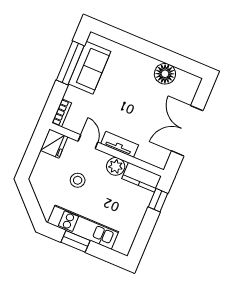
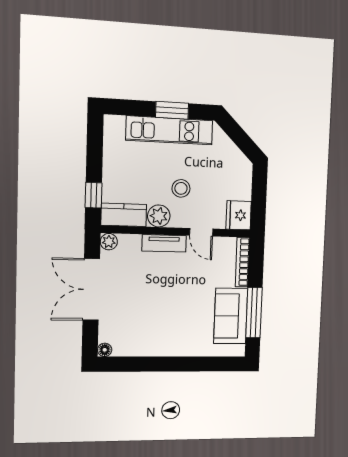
floor lamp: (165, 74) -> (105, 350), moved, width x0.53, depth x0.53
bookcase: (62, 113) -> (242, 262), width x1.56
double door: (187, 131) -> (91, 289), swing flipped
plant: (160, 161) -> (109, 242), added
stool: (78, 180) -> (181, 188), moved

